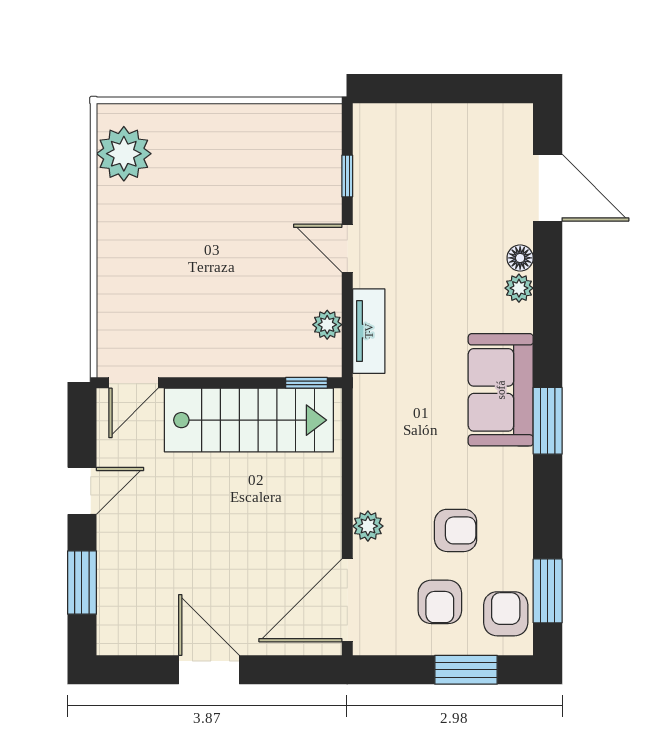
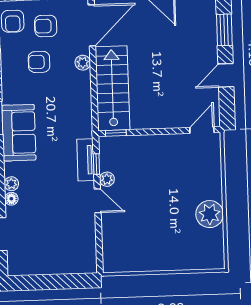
plant: (124, 154) -> (210, 214), moved
window: (347, 176) -> (96, 164), moved
plant: (327, 325) -> (107, 179), moved
stairs: (249, 420) -> (113, 88), moved, turned 90
armchair: (440, 602) -> (46, 26), turned -90

